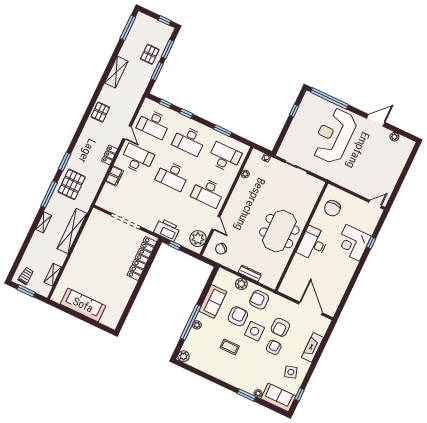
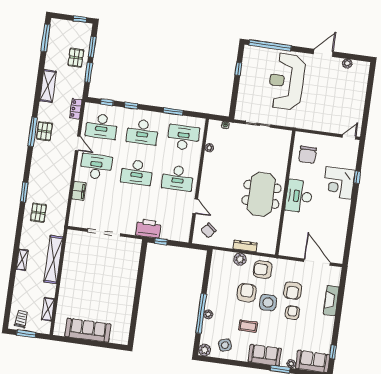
locker: (109, 155) -> (76, 109), moved
pallet: (72, 184) -> (38, 213), width x0.67, depth x0.71
window: (49, 194) -> (33, 132), moved
plant: (198, 239) -> (182, 227), removed
locker: (142, 259) -> (132, 265), removed
sofa: (213, 301) -> (265, 355), moved, turned -90
side table: (291, 372) -> (225, 345), moved

